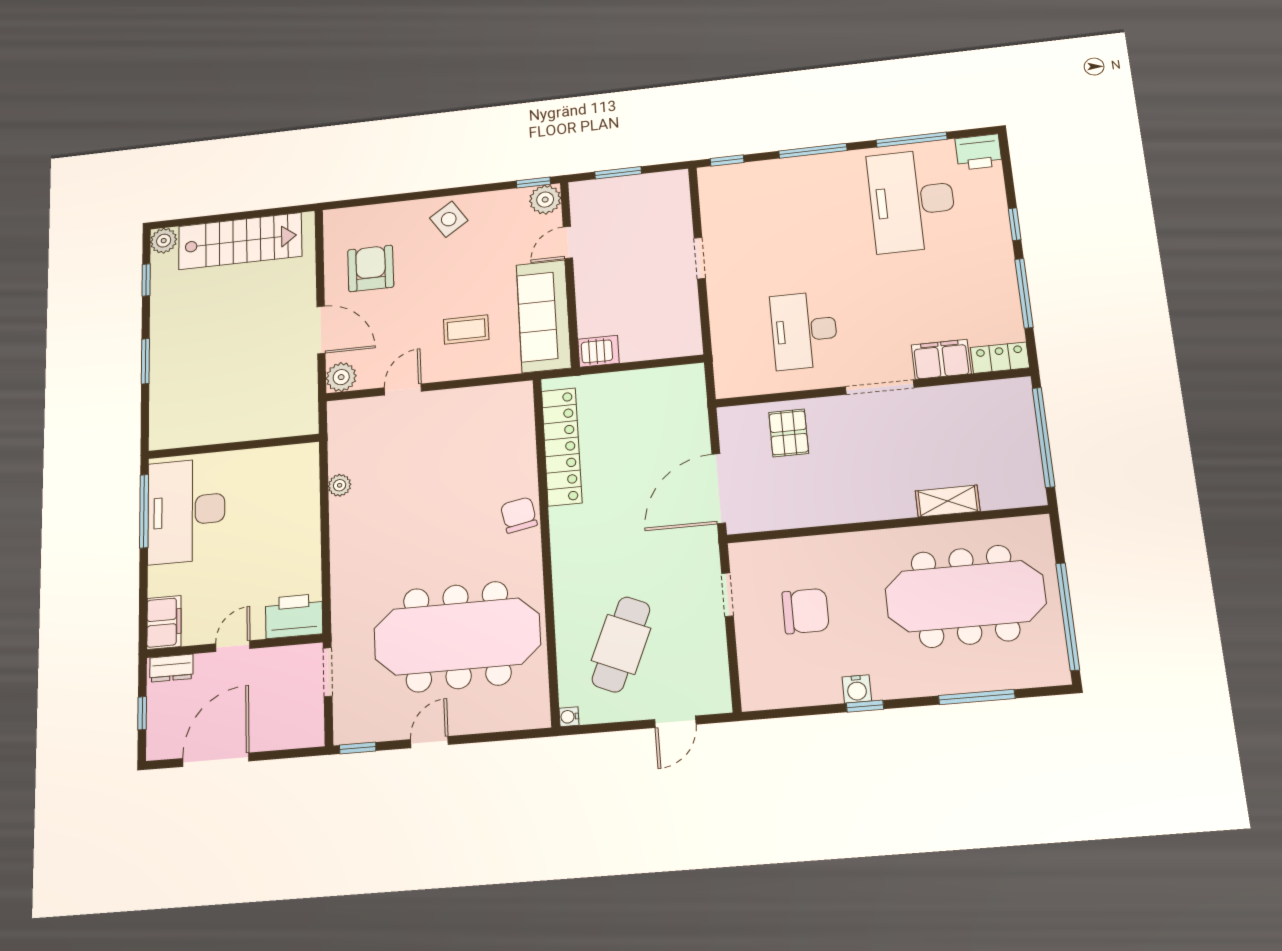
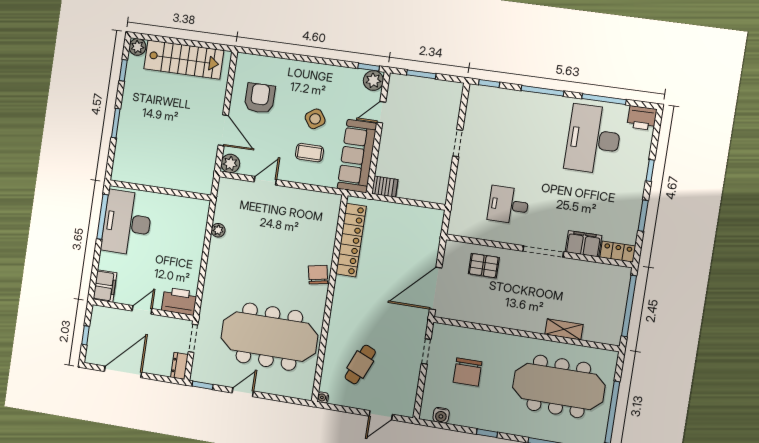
side table: (449, 219) -> (315, 119), moved
window: (1024, 293) -> (643, 216), width x0.69
desk: (804, 330) -> (508, 205), width x0.73
pallet: (789, 433) -> (484, 266), turned 90
chair: (806, 611) -> (468, 372), turned 90
cafe table: (621, 644) -> (360, 364), width x0.73, depth x0.74
dresser: (171, 668) -> (179, 366), moved, turned 90
water cooler: (857, 689) -> (441, 415), moved

